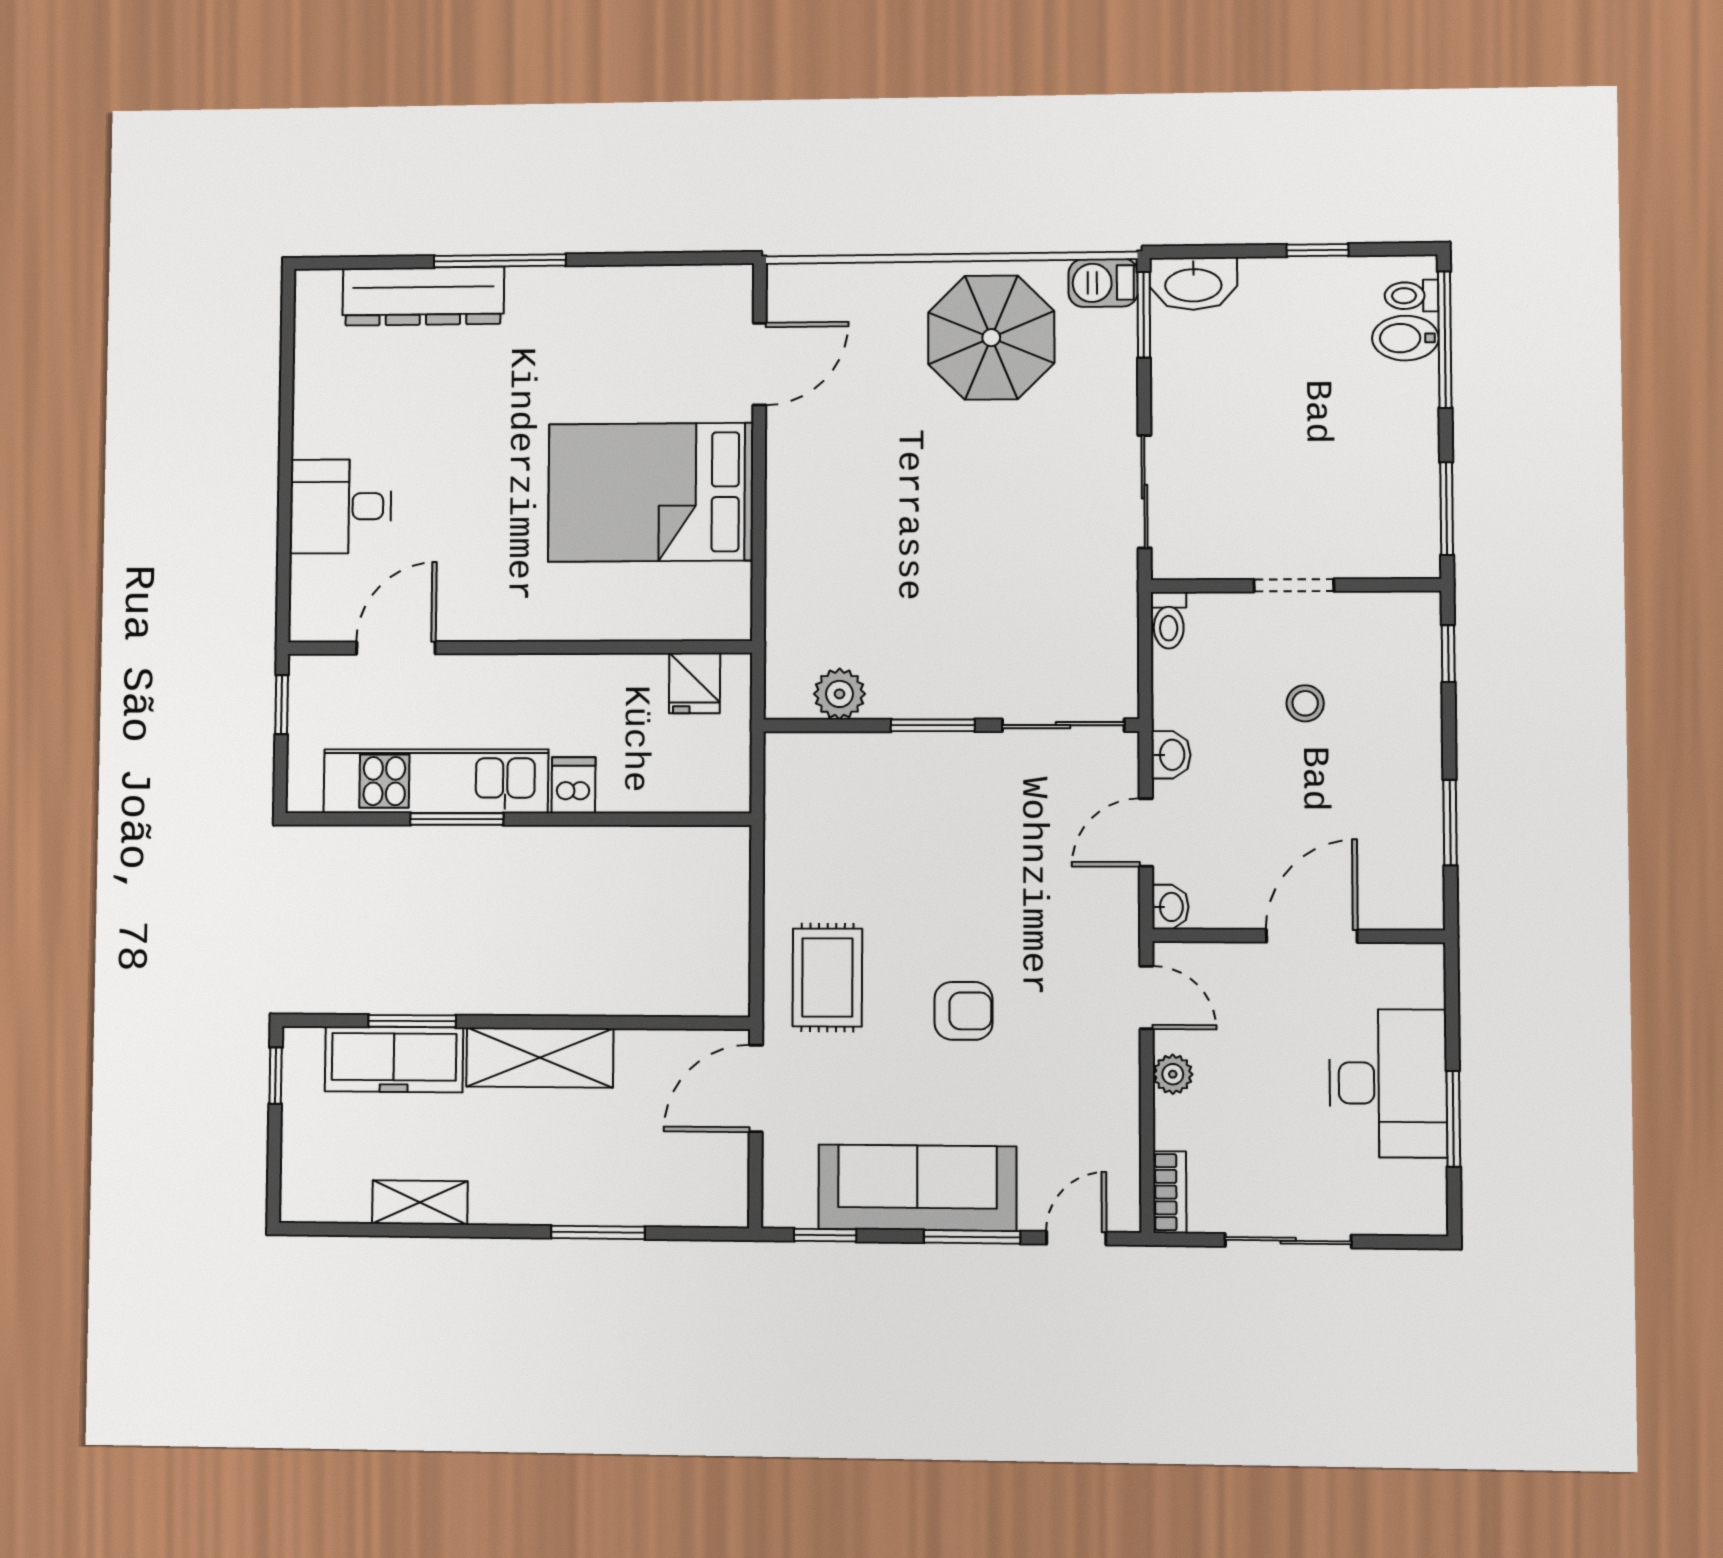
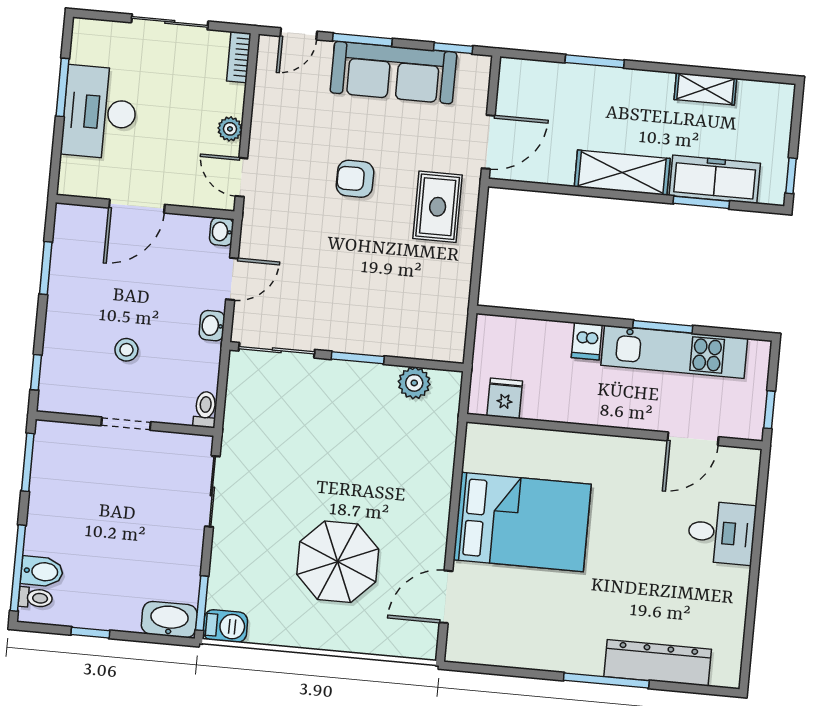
parasol: (991, 338) -> (338, 562), moved

